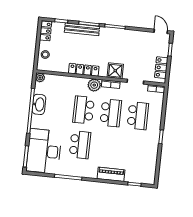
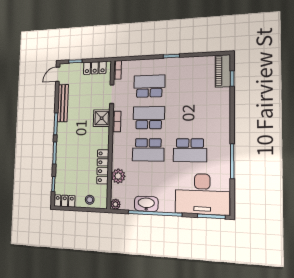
bench: (82, 29) -> (63, 103), moved
locker: (84, 70) -> (103, 167), moved
plant: (94, 85) -> (118, 176), moved
school desk: (80, 145) -> (190, 150), turned 180
piano: (111, 174) -> (223, 71), moved

